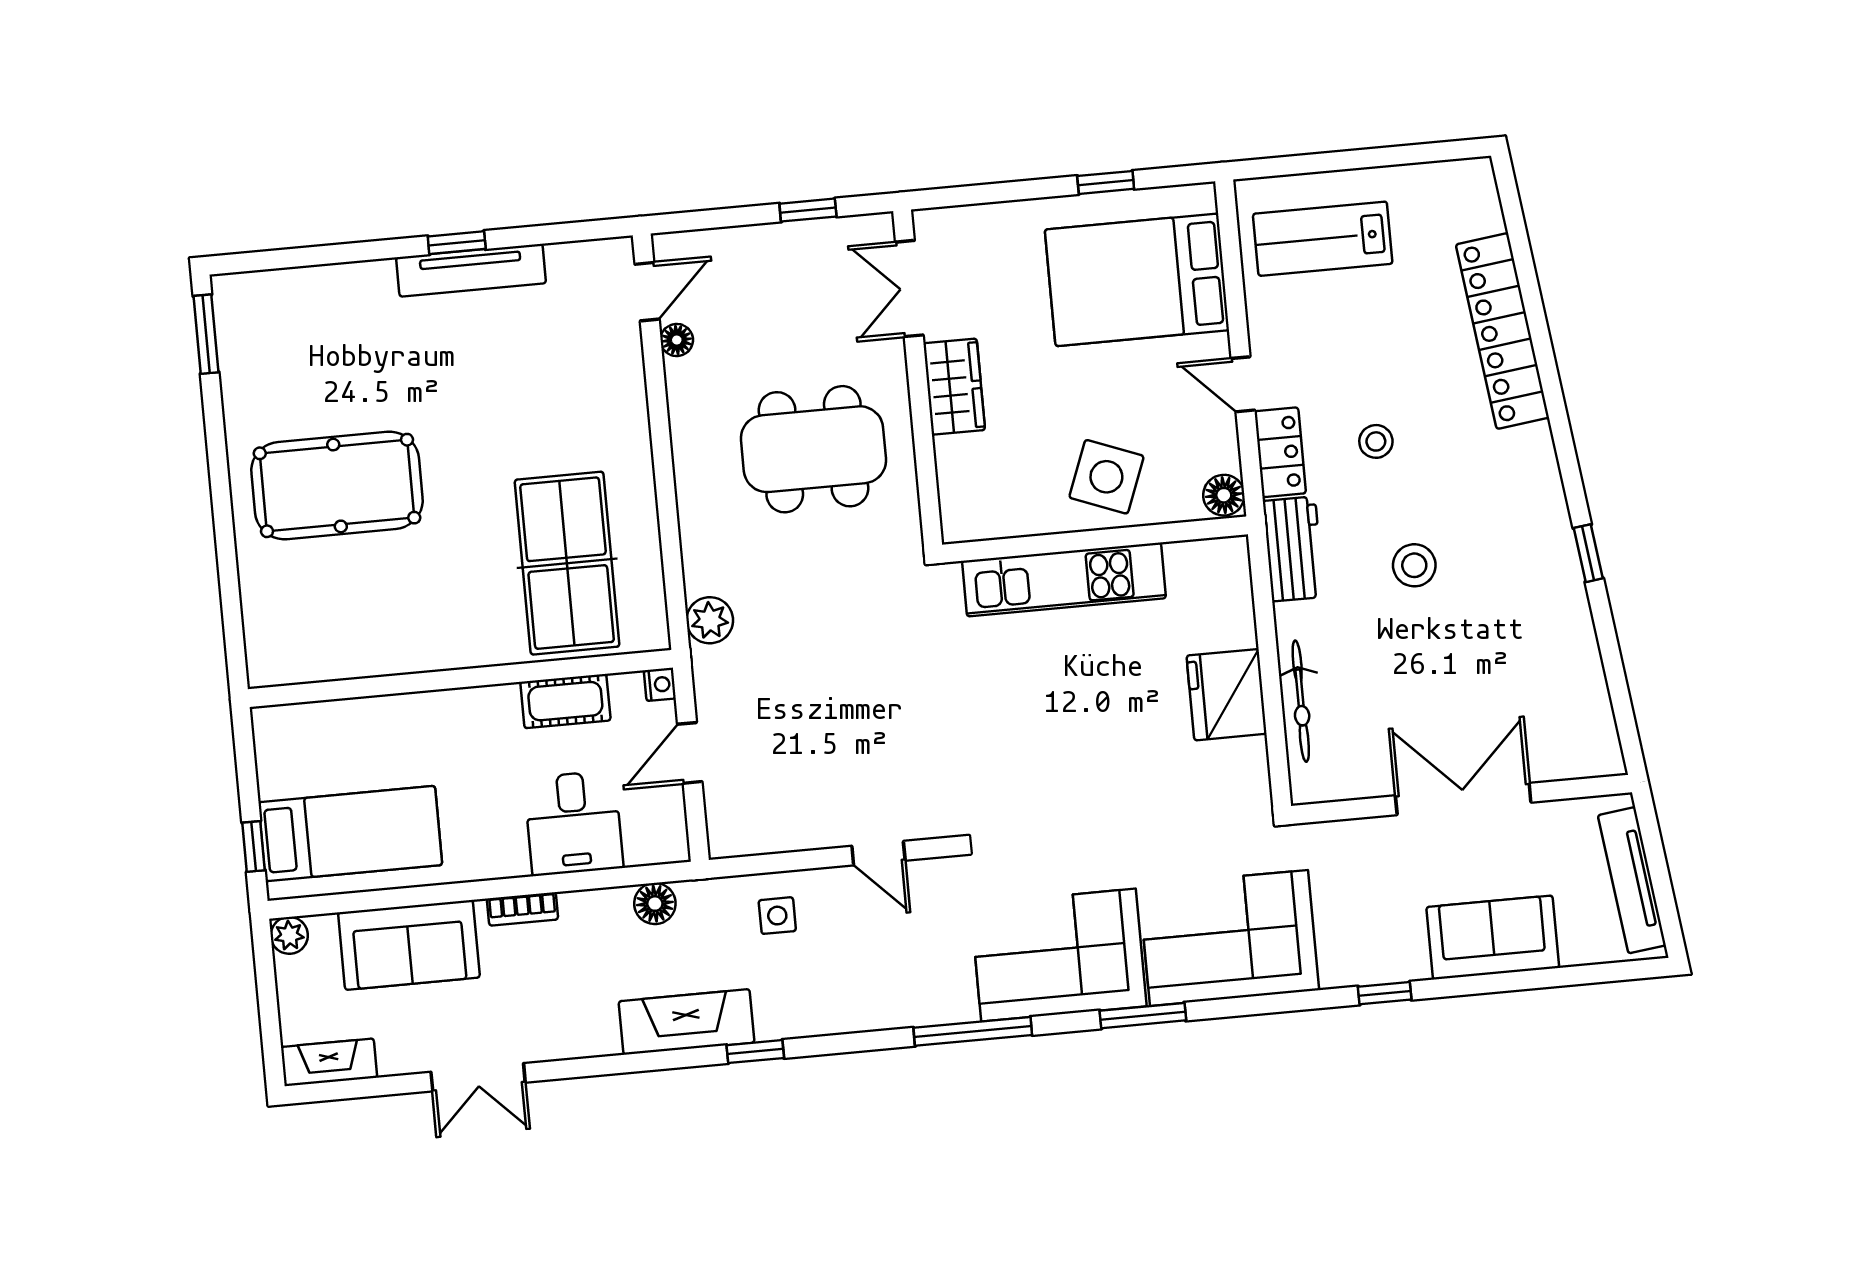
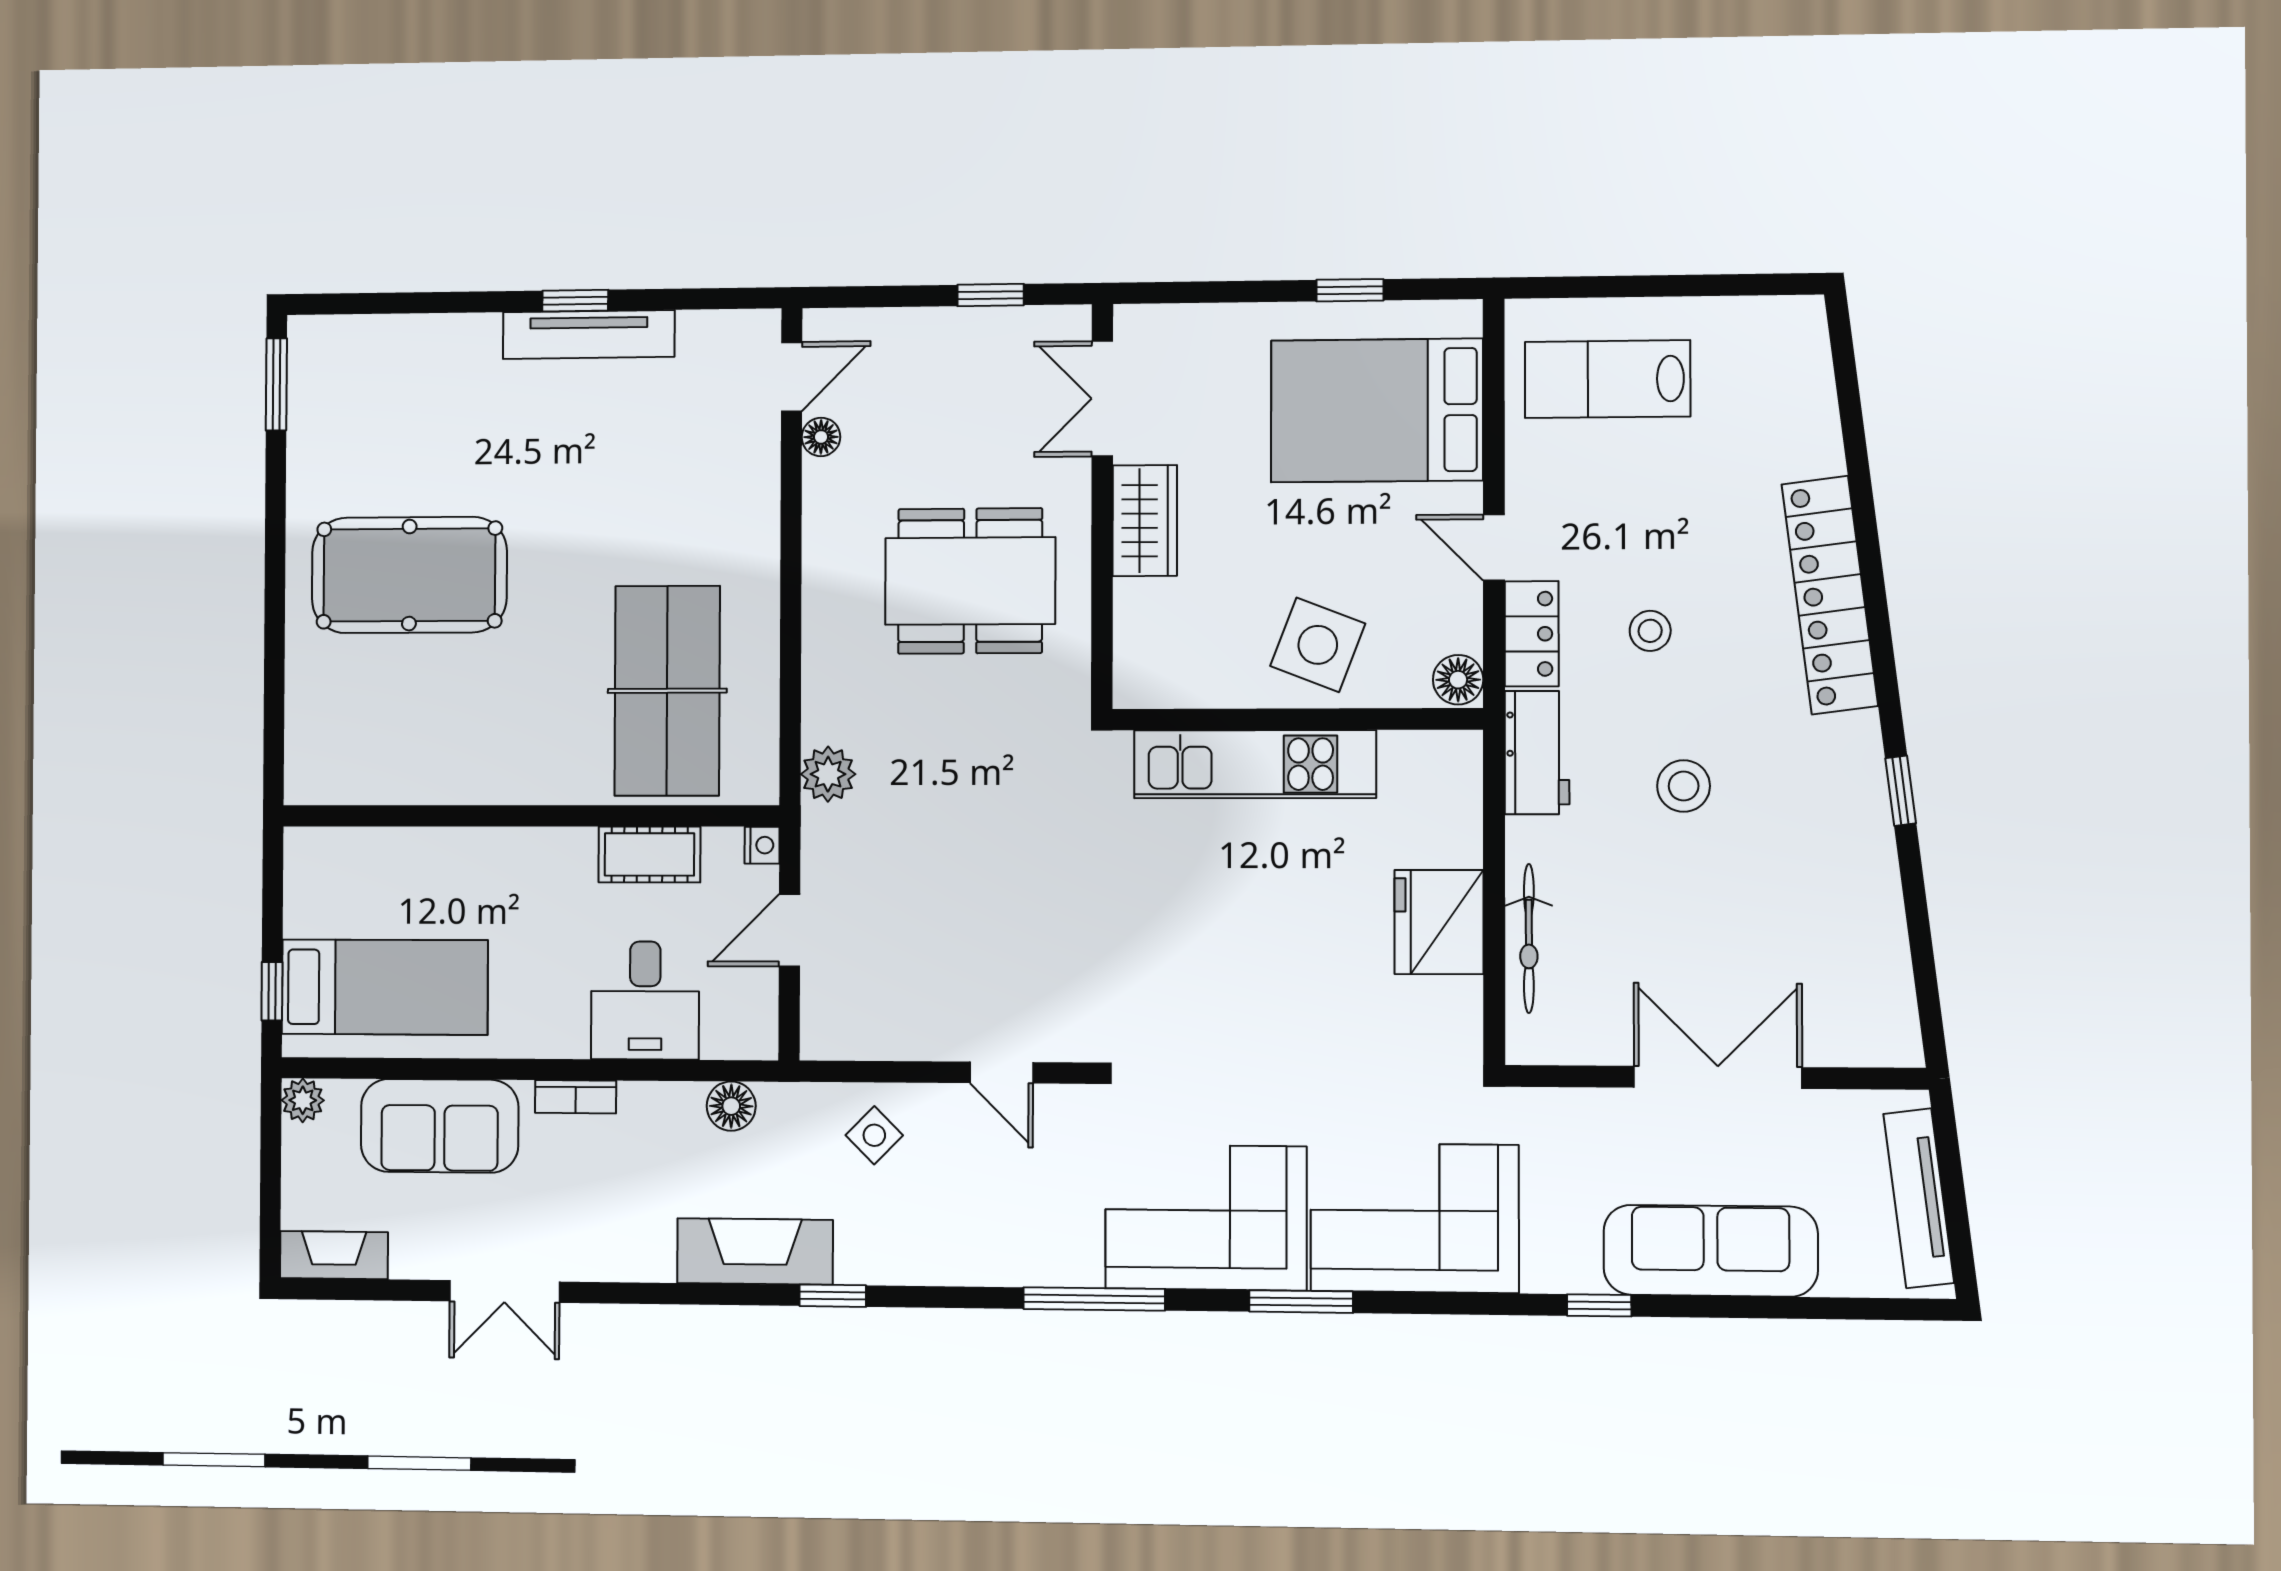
locker: (1502, 331) -> (1830, 595), moved
side table: (777, 916) -> (874, 1135), turned 45
sofa: (1493, 938) -> (1711, 1251), width x1.36

